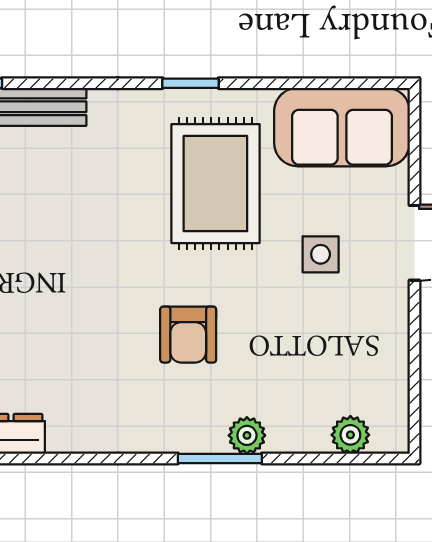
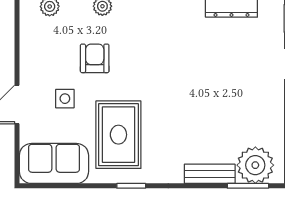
armchair: (188, 335) -> (95, 58), moved

